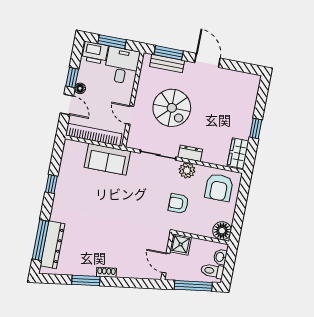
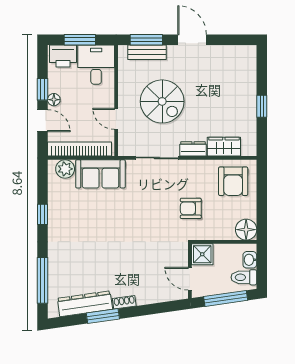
wardrobe: (238, 153) -> (224, 147), moved, turned 90
plant: (187, 170) -> (65, 169), moved
dresser: (52, 245) -> (85, 304), moved, turned -98

